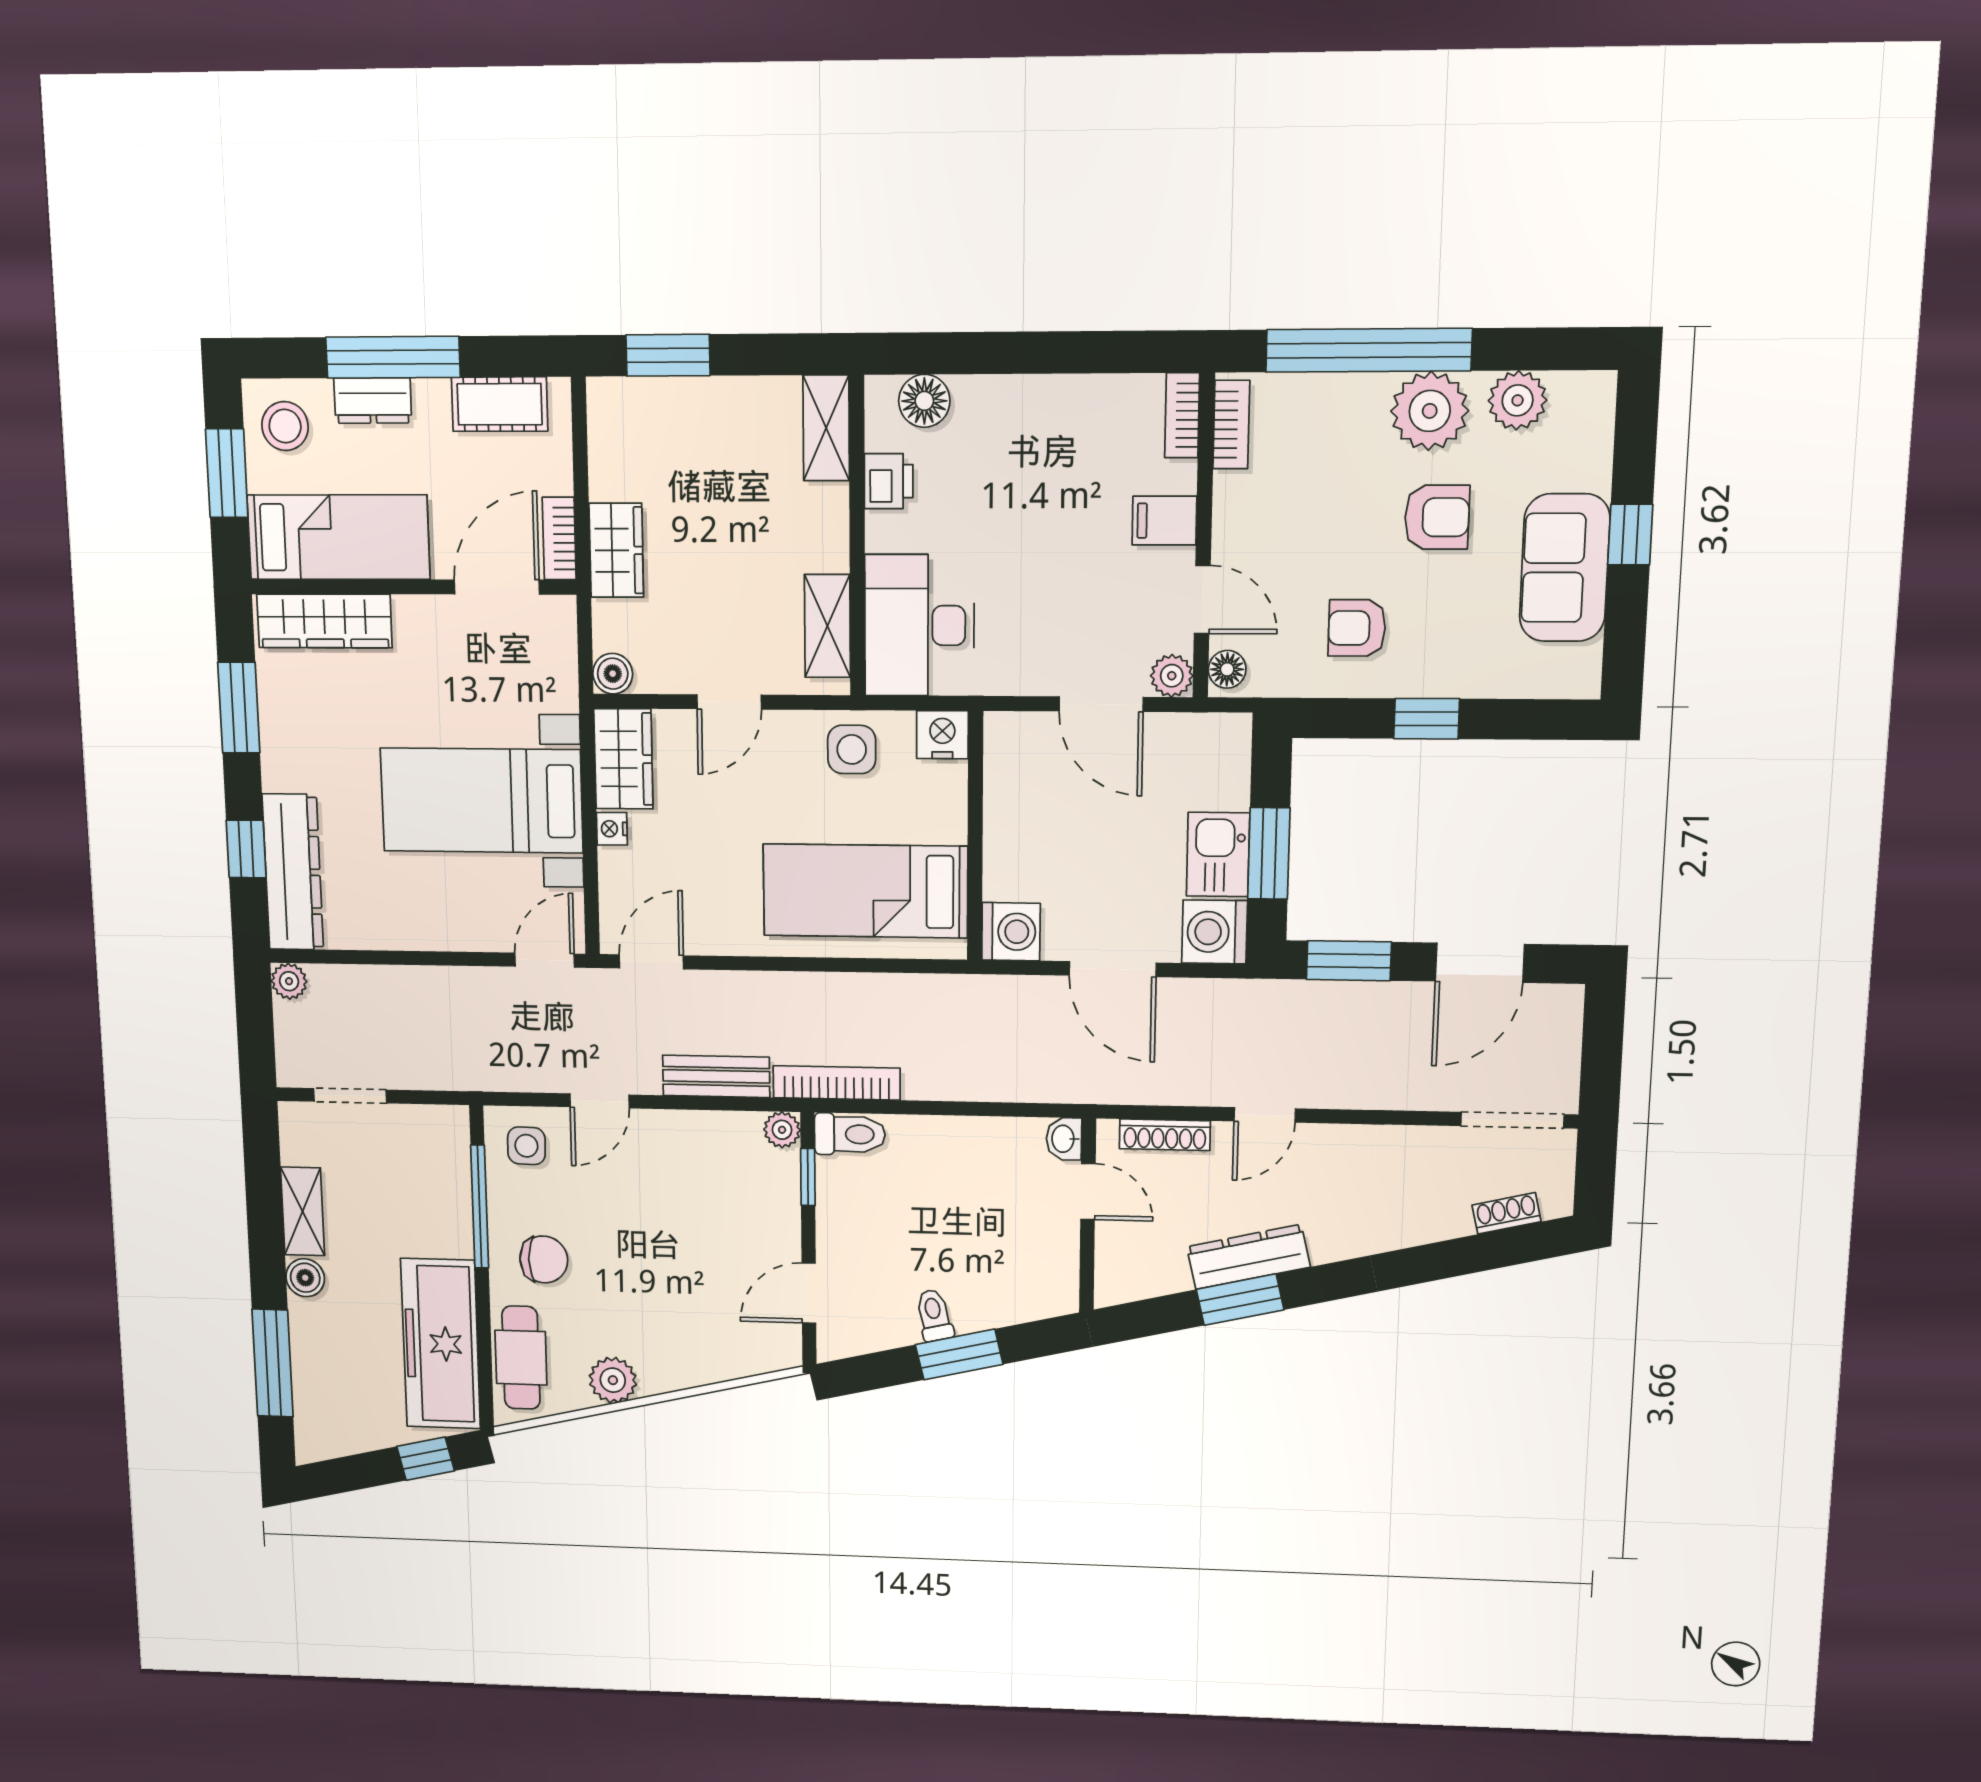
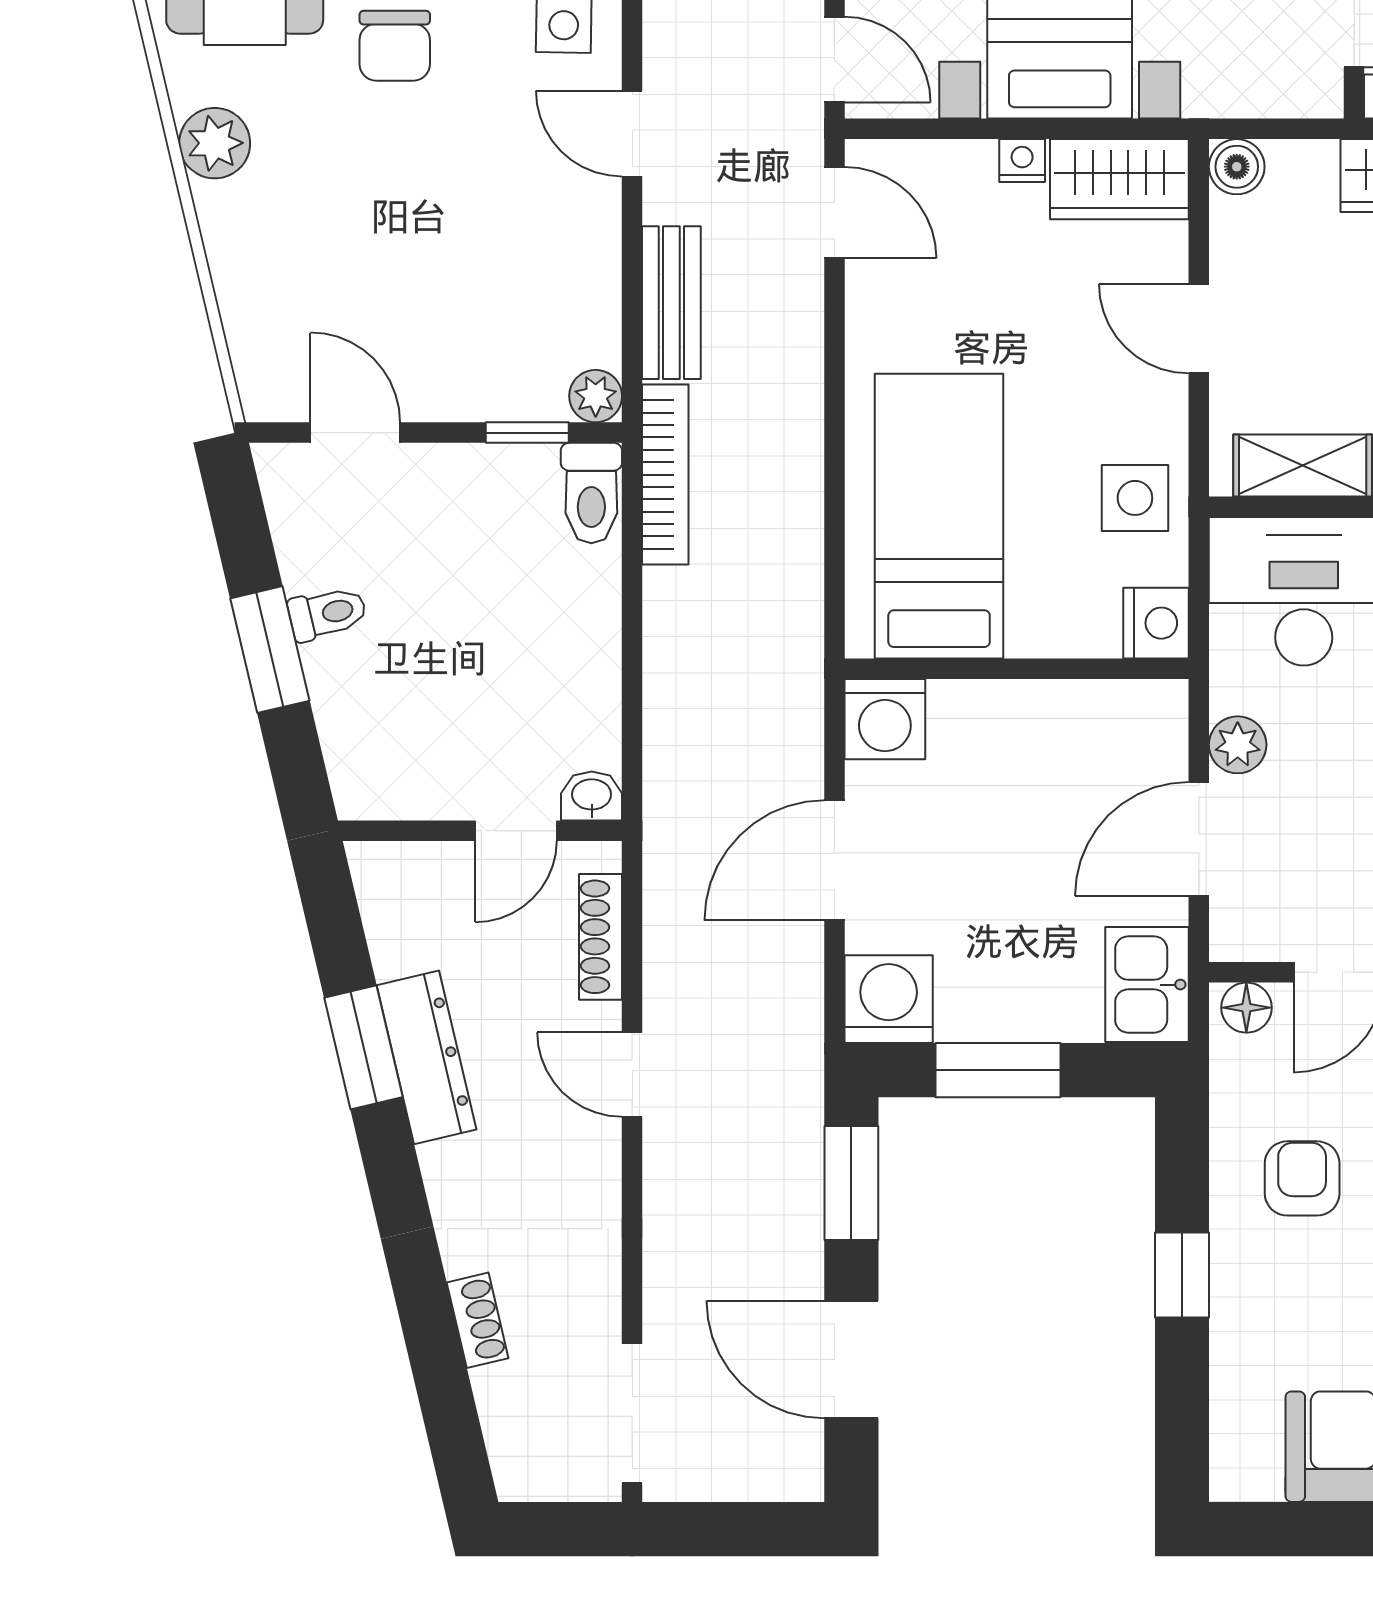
plant: (1172, 676) -> (1238, 745), moved
kitchen sink: (1218, 855) -> (1147, 985), moved, turned -90
shoe rack: (1507, 1213) -> (478, 1320), moved

